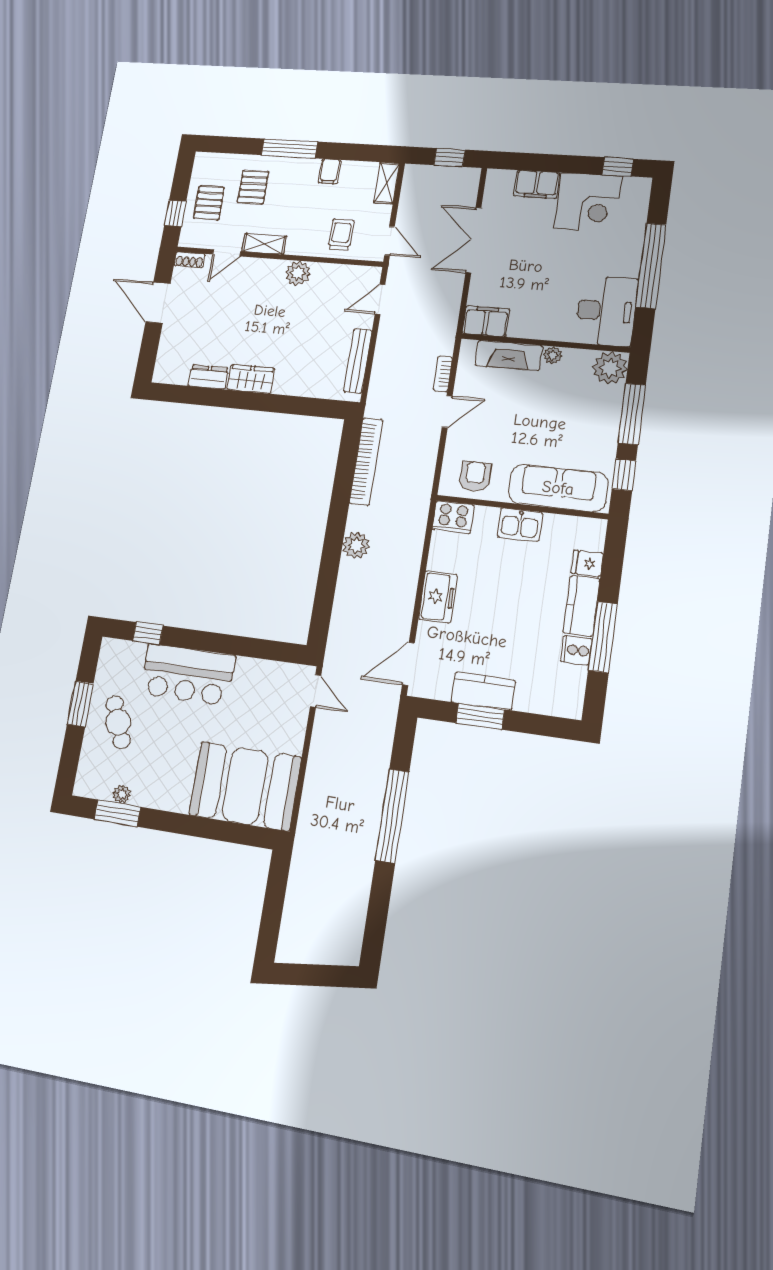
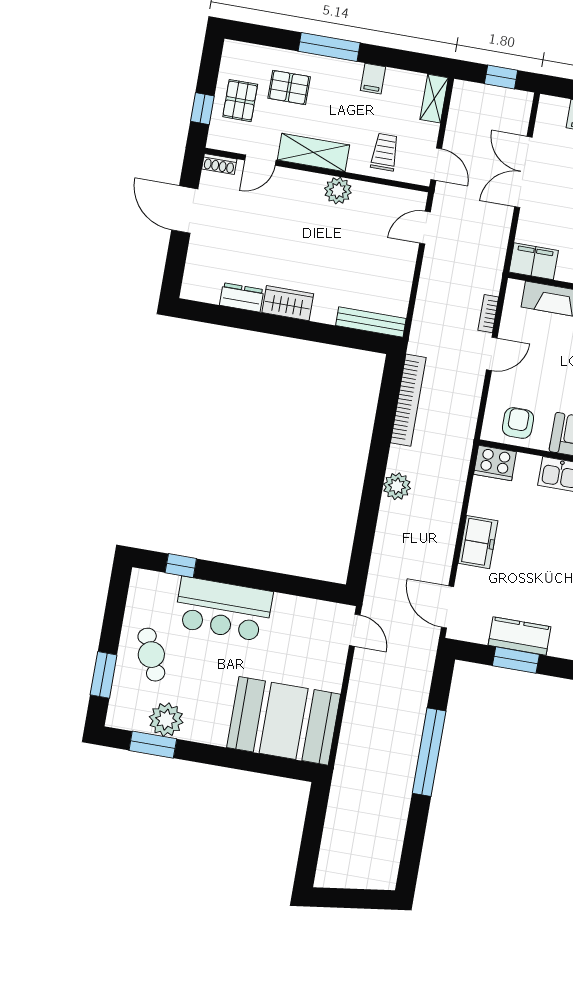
pallet: (253, 187) -> (289, 87), turned 90
shelving: (264, 244) -> (313, 153), width x1.50, depth x1.33
bench: (358, 361) -> (371, 322), moved, turned 90
door: (408, 664) -> (448, 607), hinge flipped
window: (80, 704) -> (104, 675), moved
plant: (122, 794) -> (166, 720), width x1.88, depth x1.88

